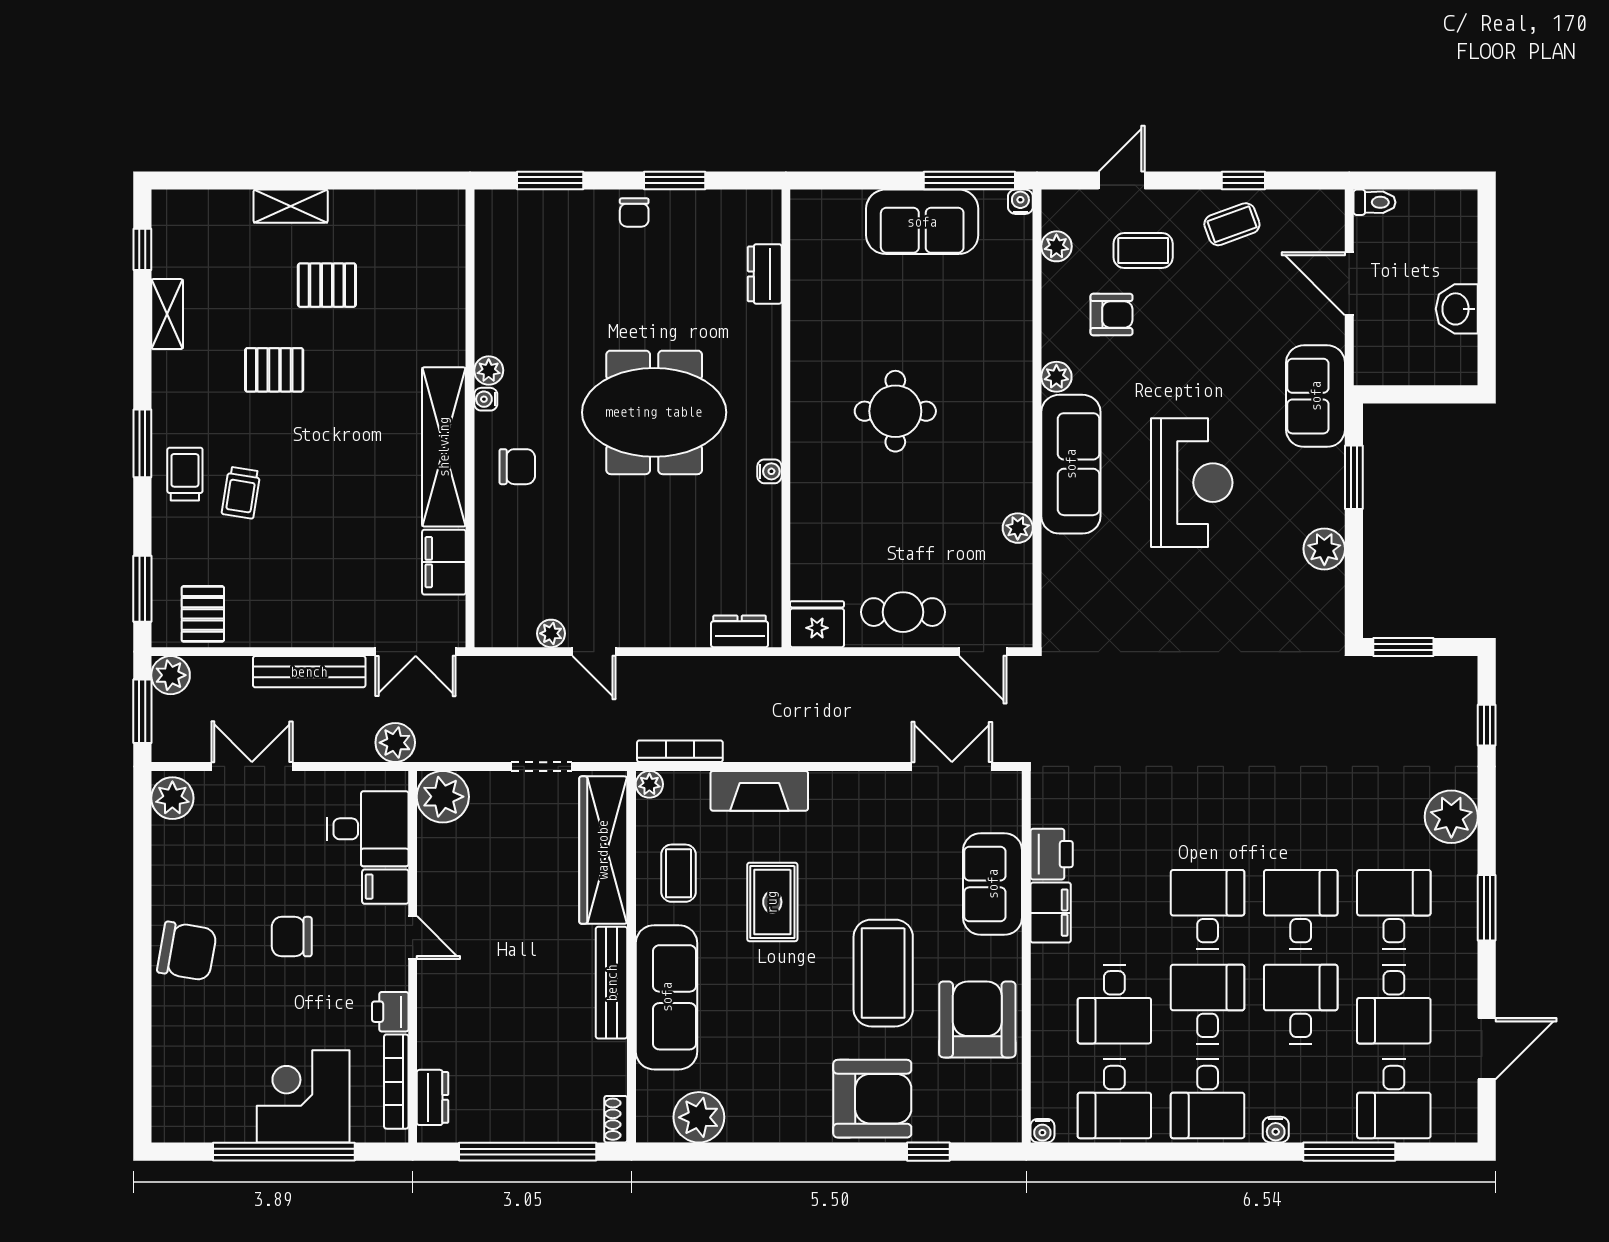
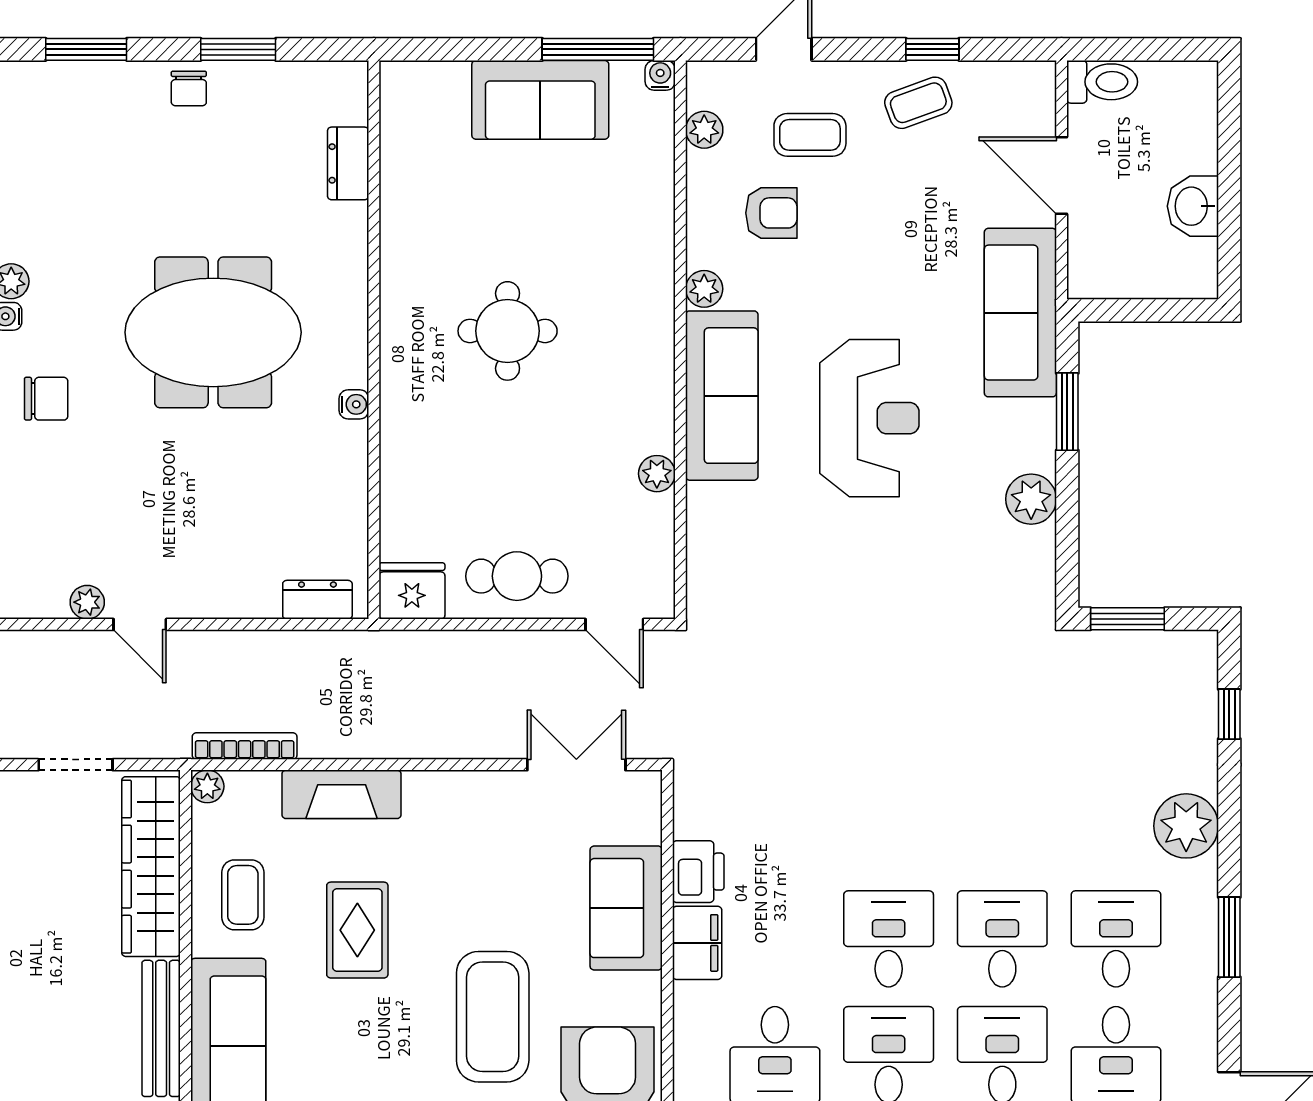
toilet: (1374, 202) -> (1102, 82), width x1.37, depth x1.39
sofa: (1316, 396) -> (1020, 313), width x1.36

